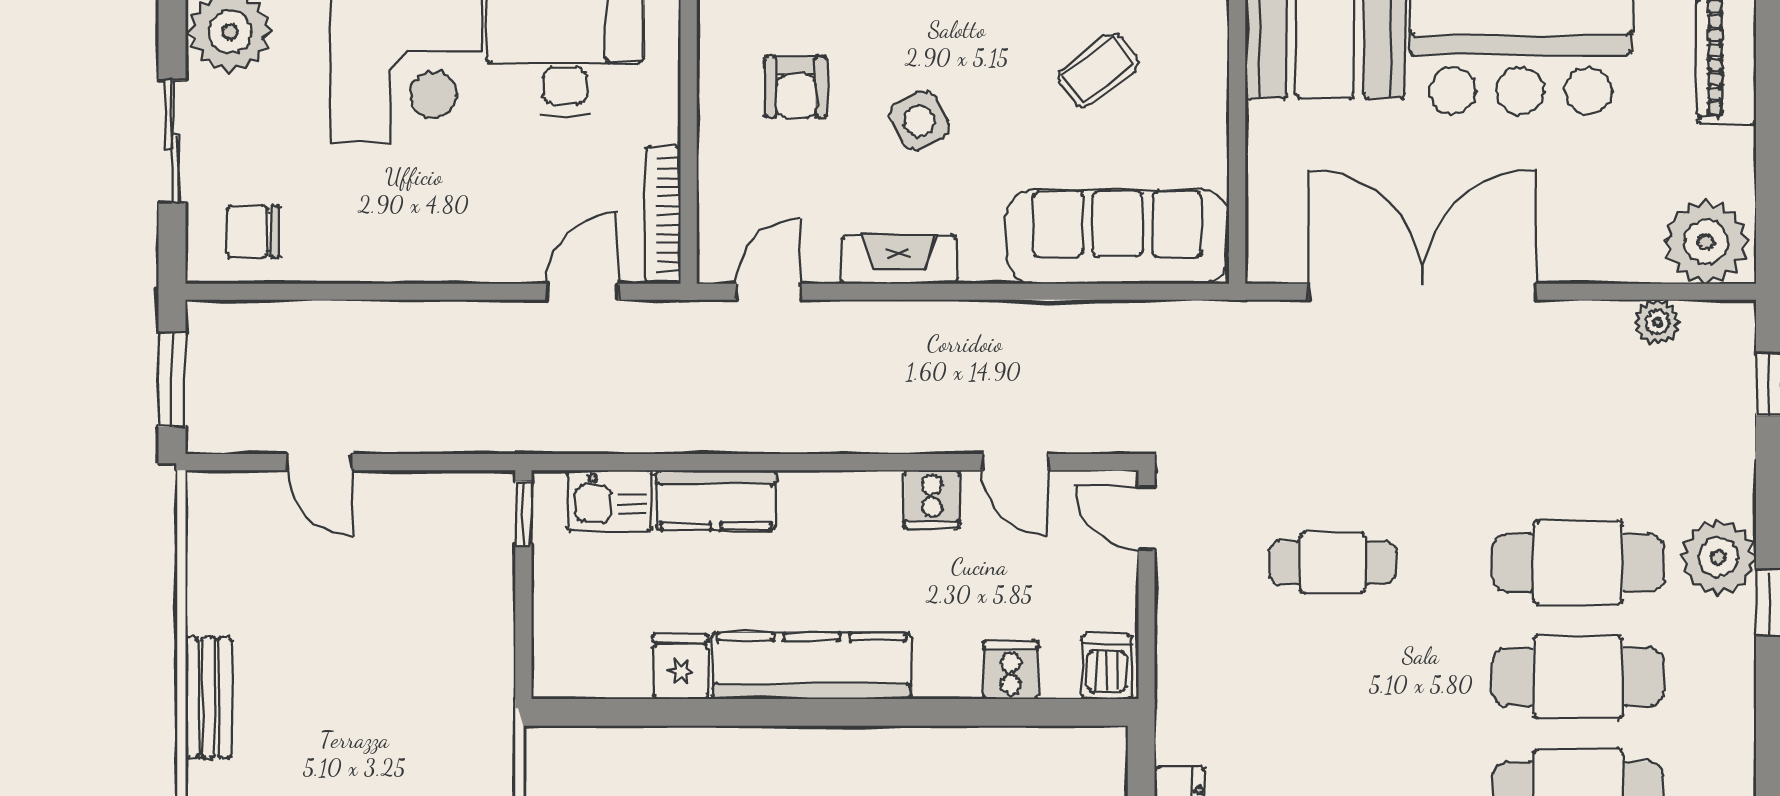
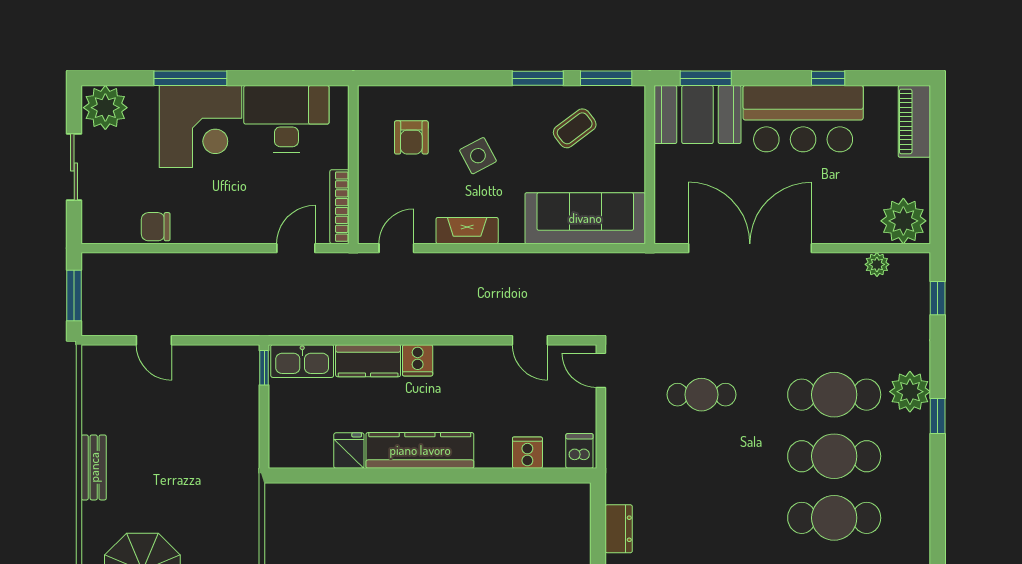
chair: (253, 232) -> (156, 227), moved
cooker: (932, 499) -> (418, 360), moved
kitchen sink: (610, 501) -> (302, 361), width x1.38

